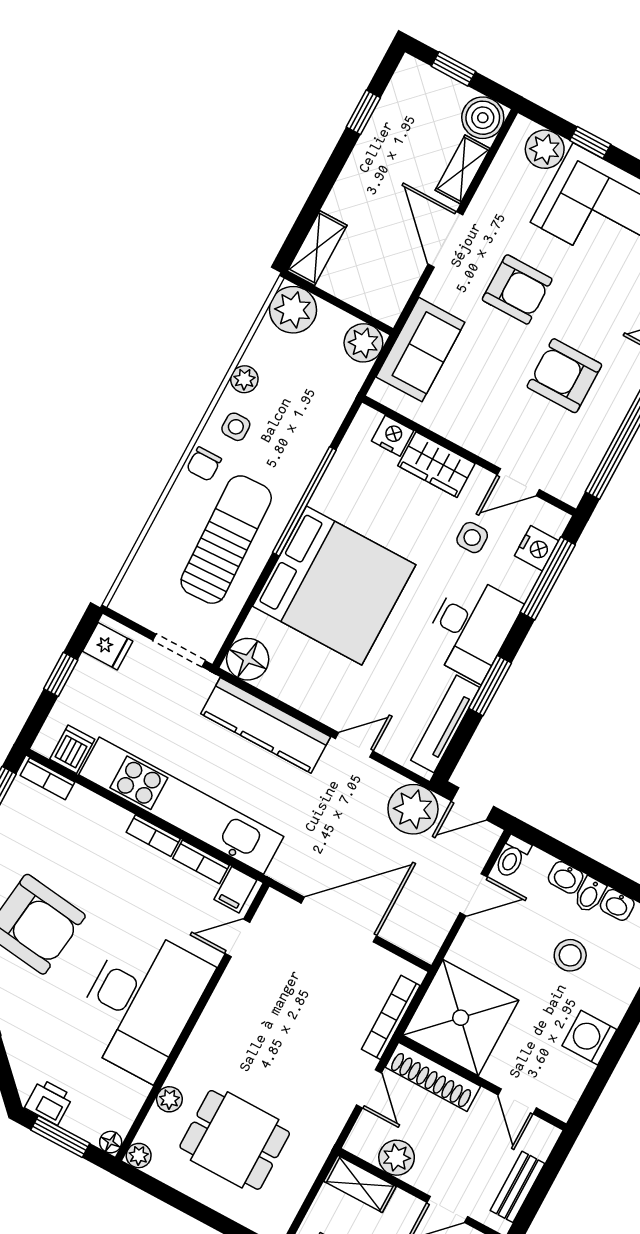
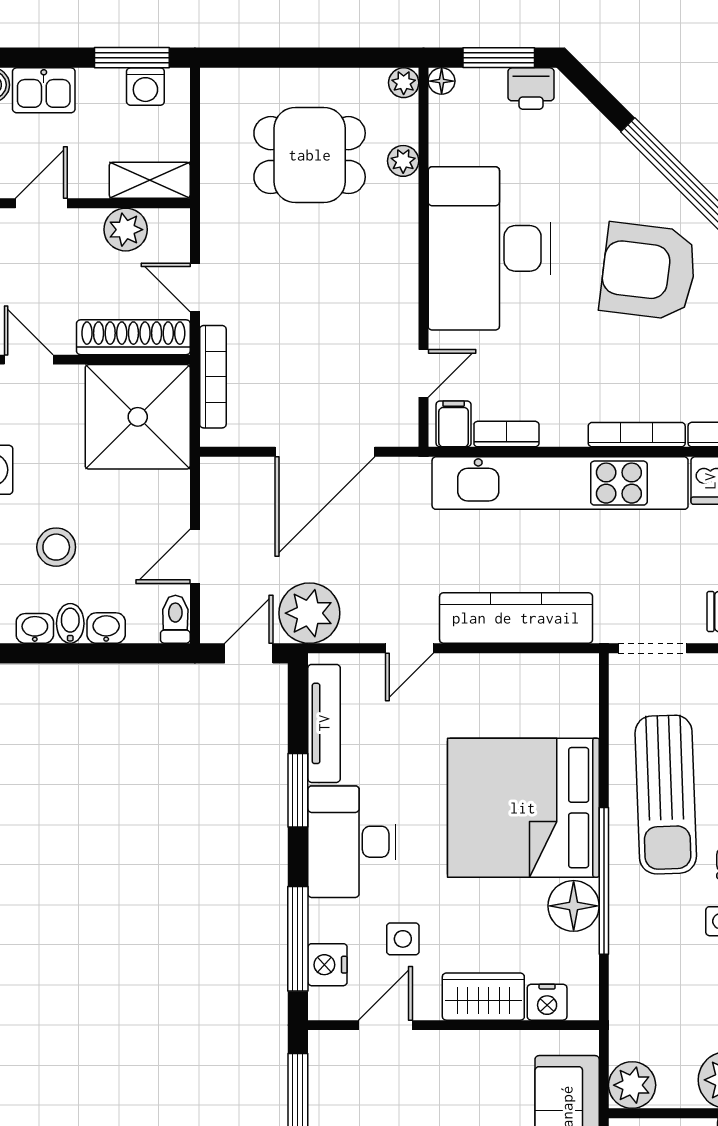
floor lamp: (248, 659) -> (574, 906), moved
bookcase: (153, 836) -> (637, 435), moved, width x1.56

